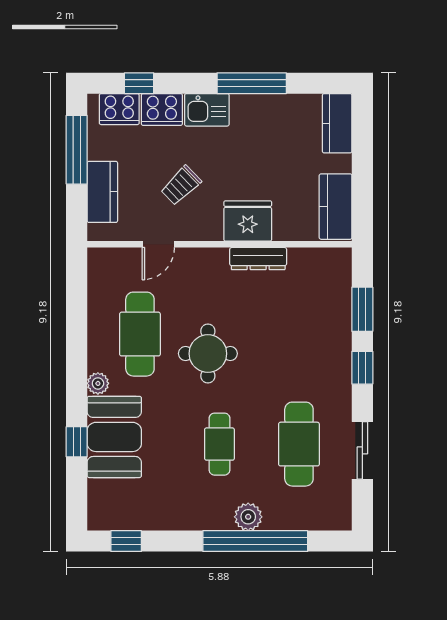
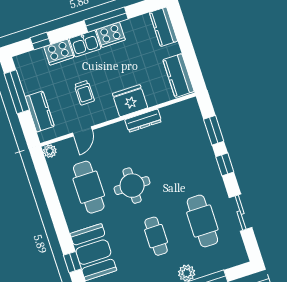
cooker: (119, 109) -> (111, 35), moved
trolley: (181, 185) -> (84, 93), turned -46
plant: (98, 383) -> (50, 151), moved

